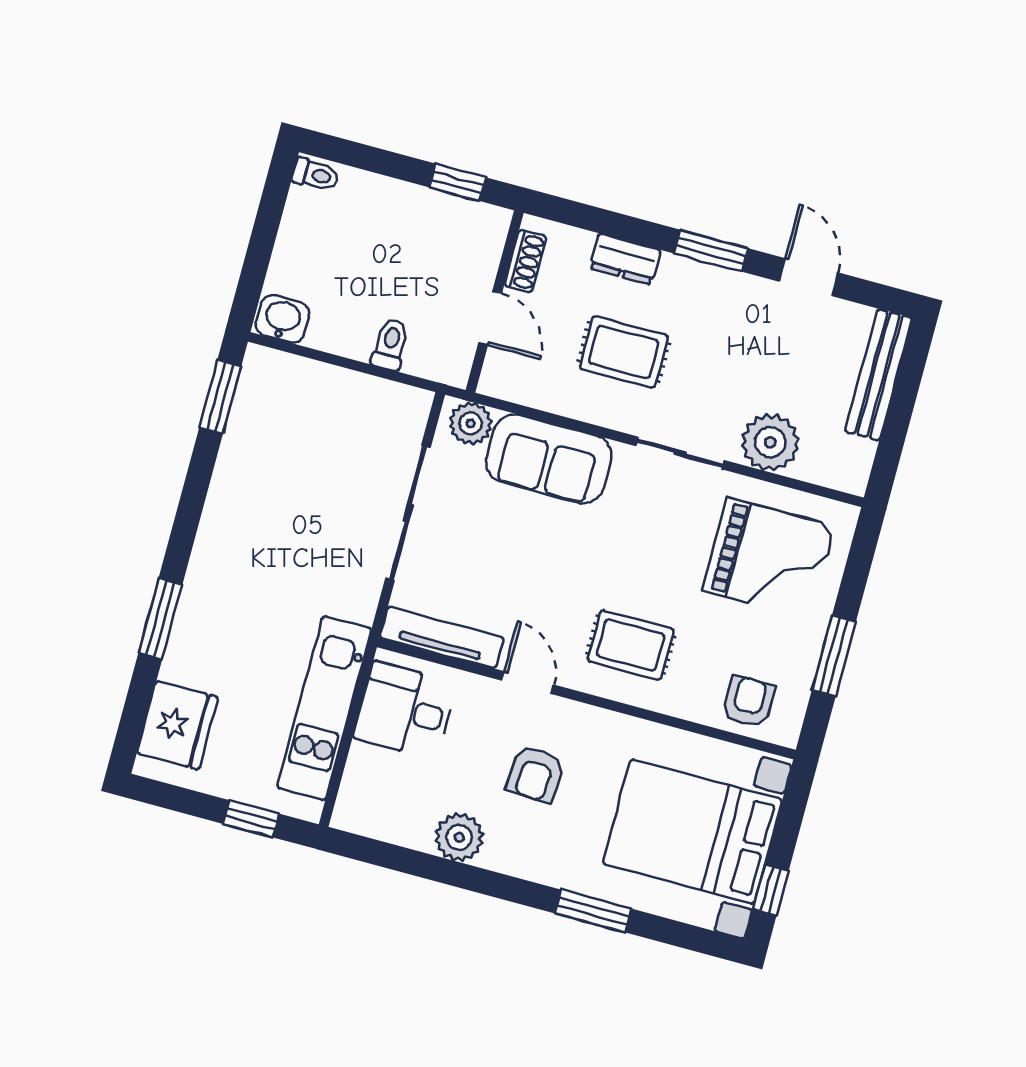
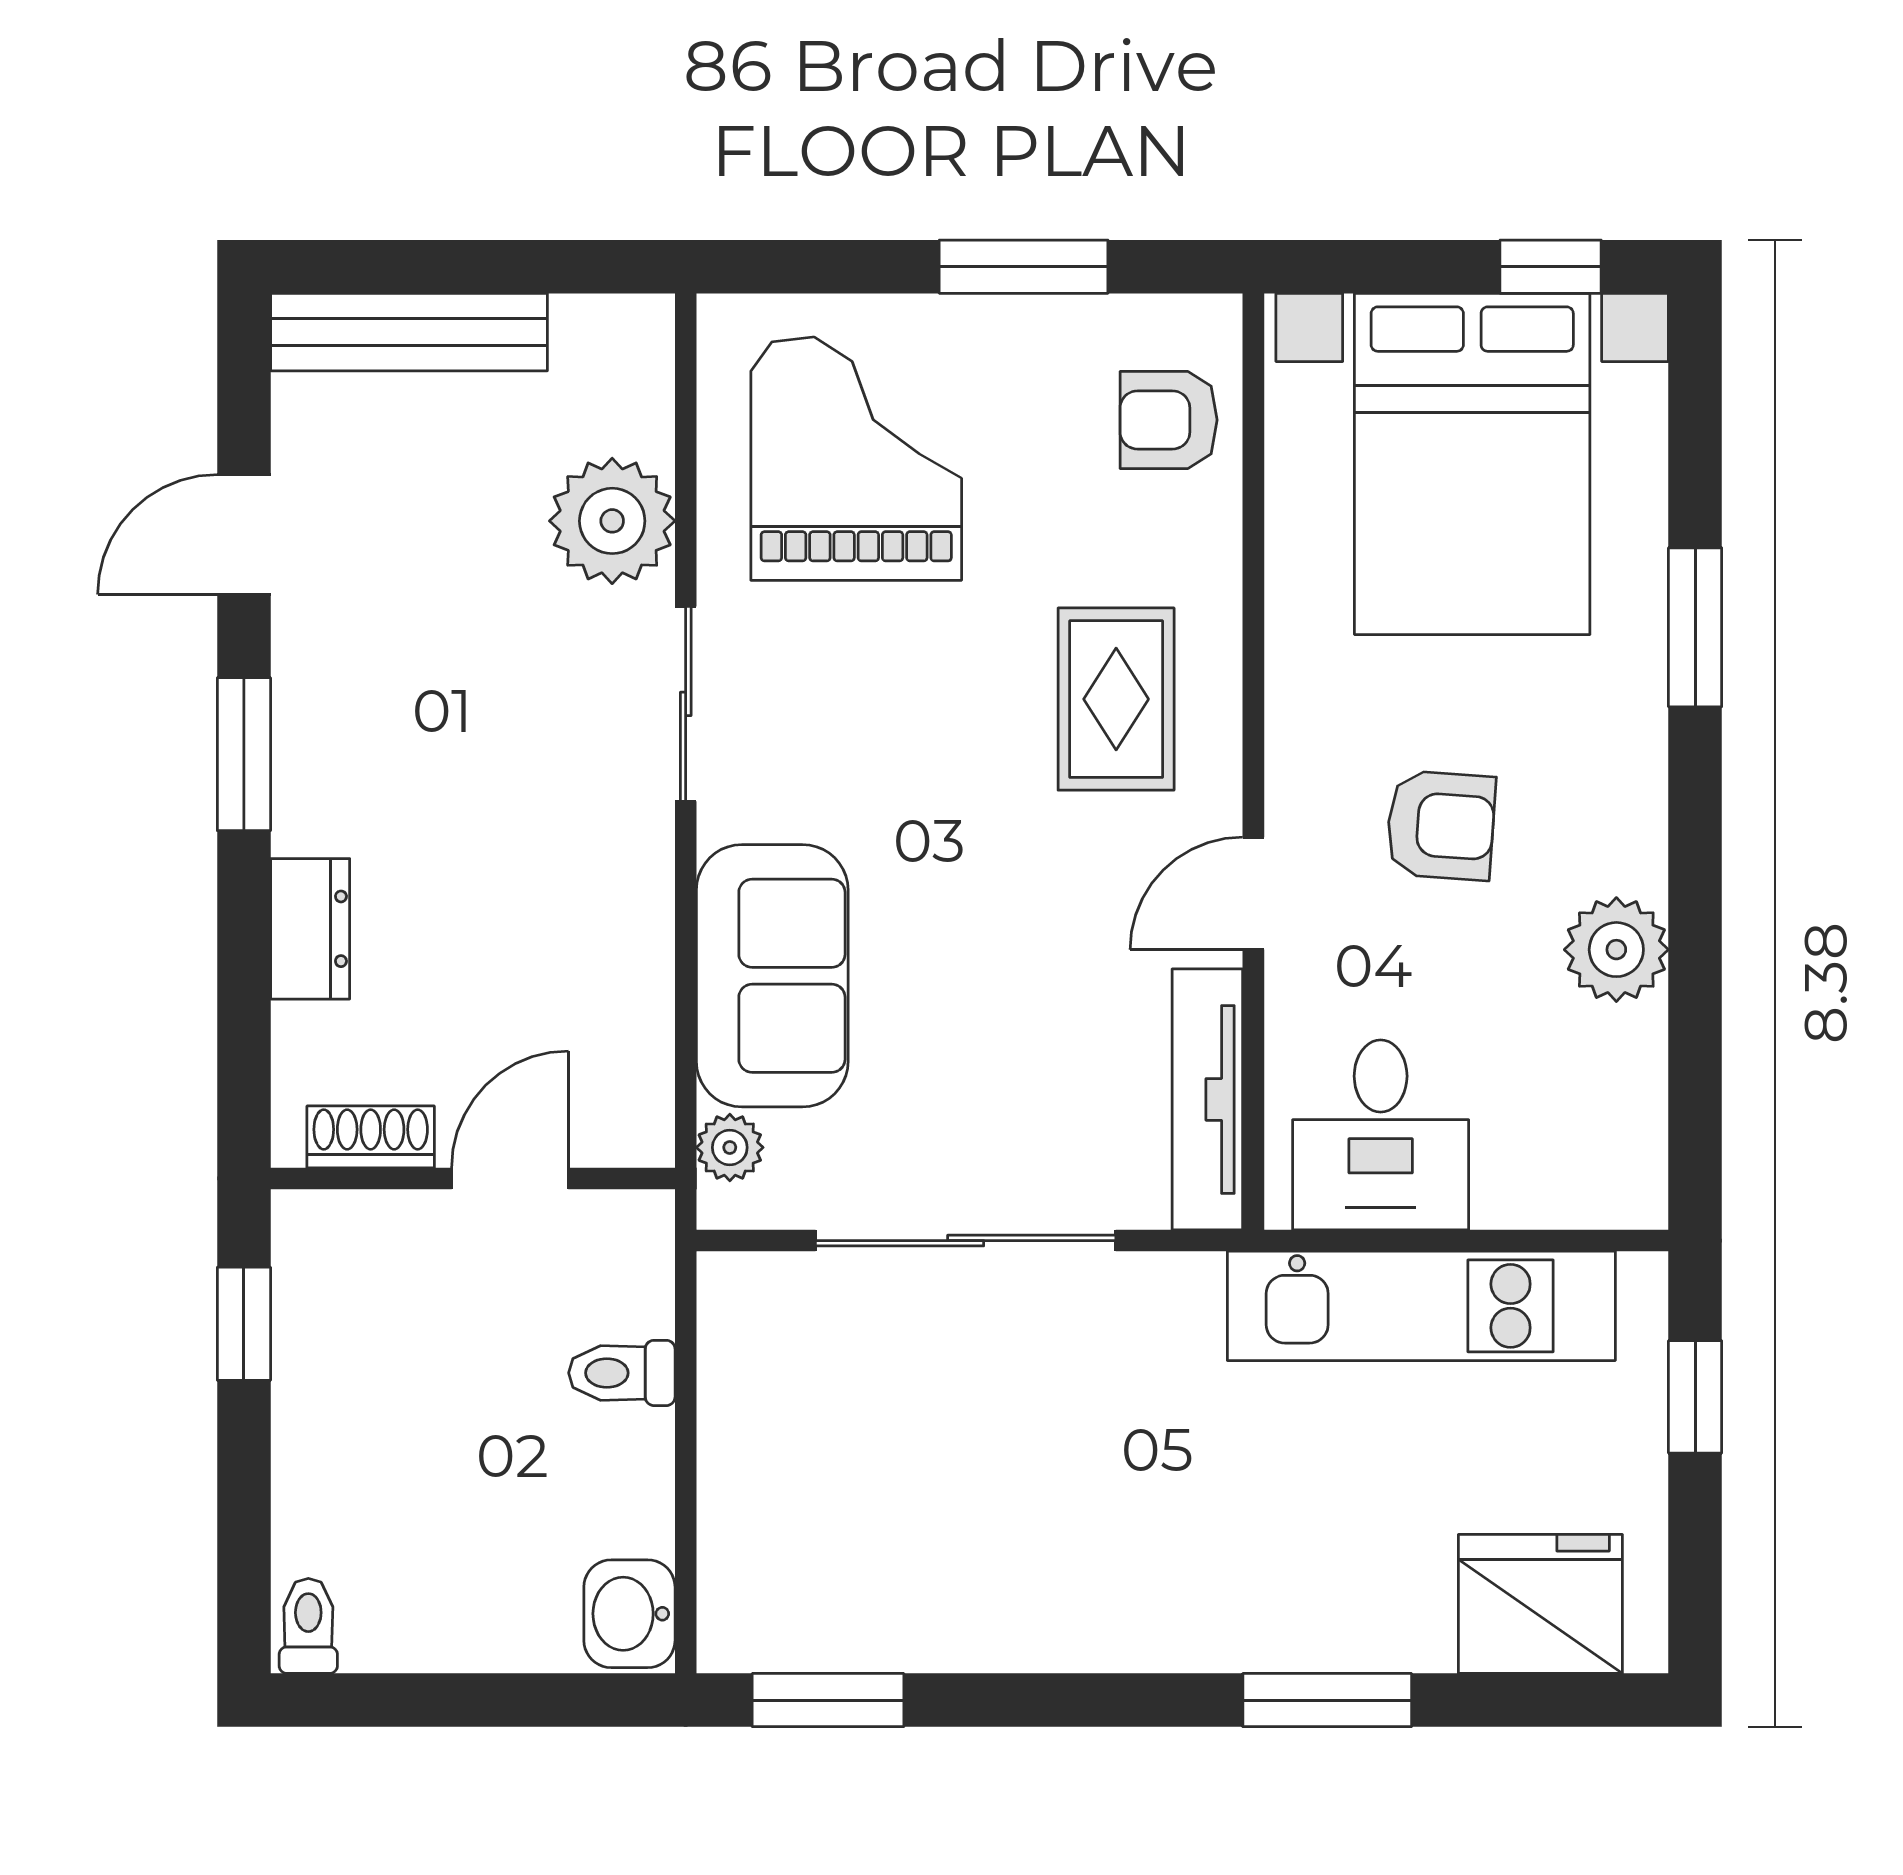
rug: (624, 352) -> (506, 879), removed
plant: (471, 424) -> (730, 1147), width x0.73, depth x0.73

